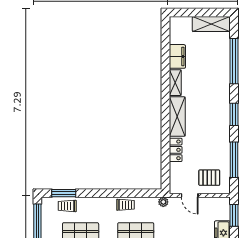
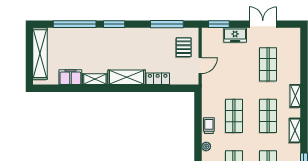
shelving: (211, 24) -> (40, 54), width x1.47
window: (234, 114) -> (114, 24), moved
plant: (163, 202) -> (206, 146), moved

